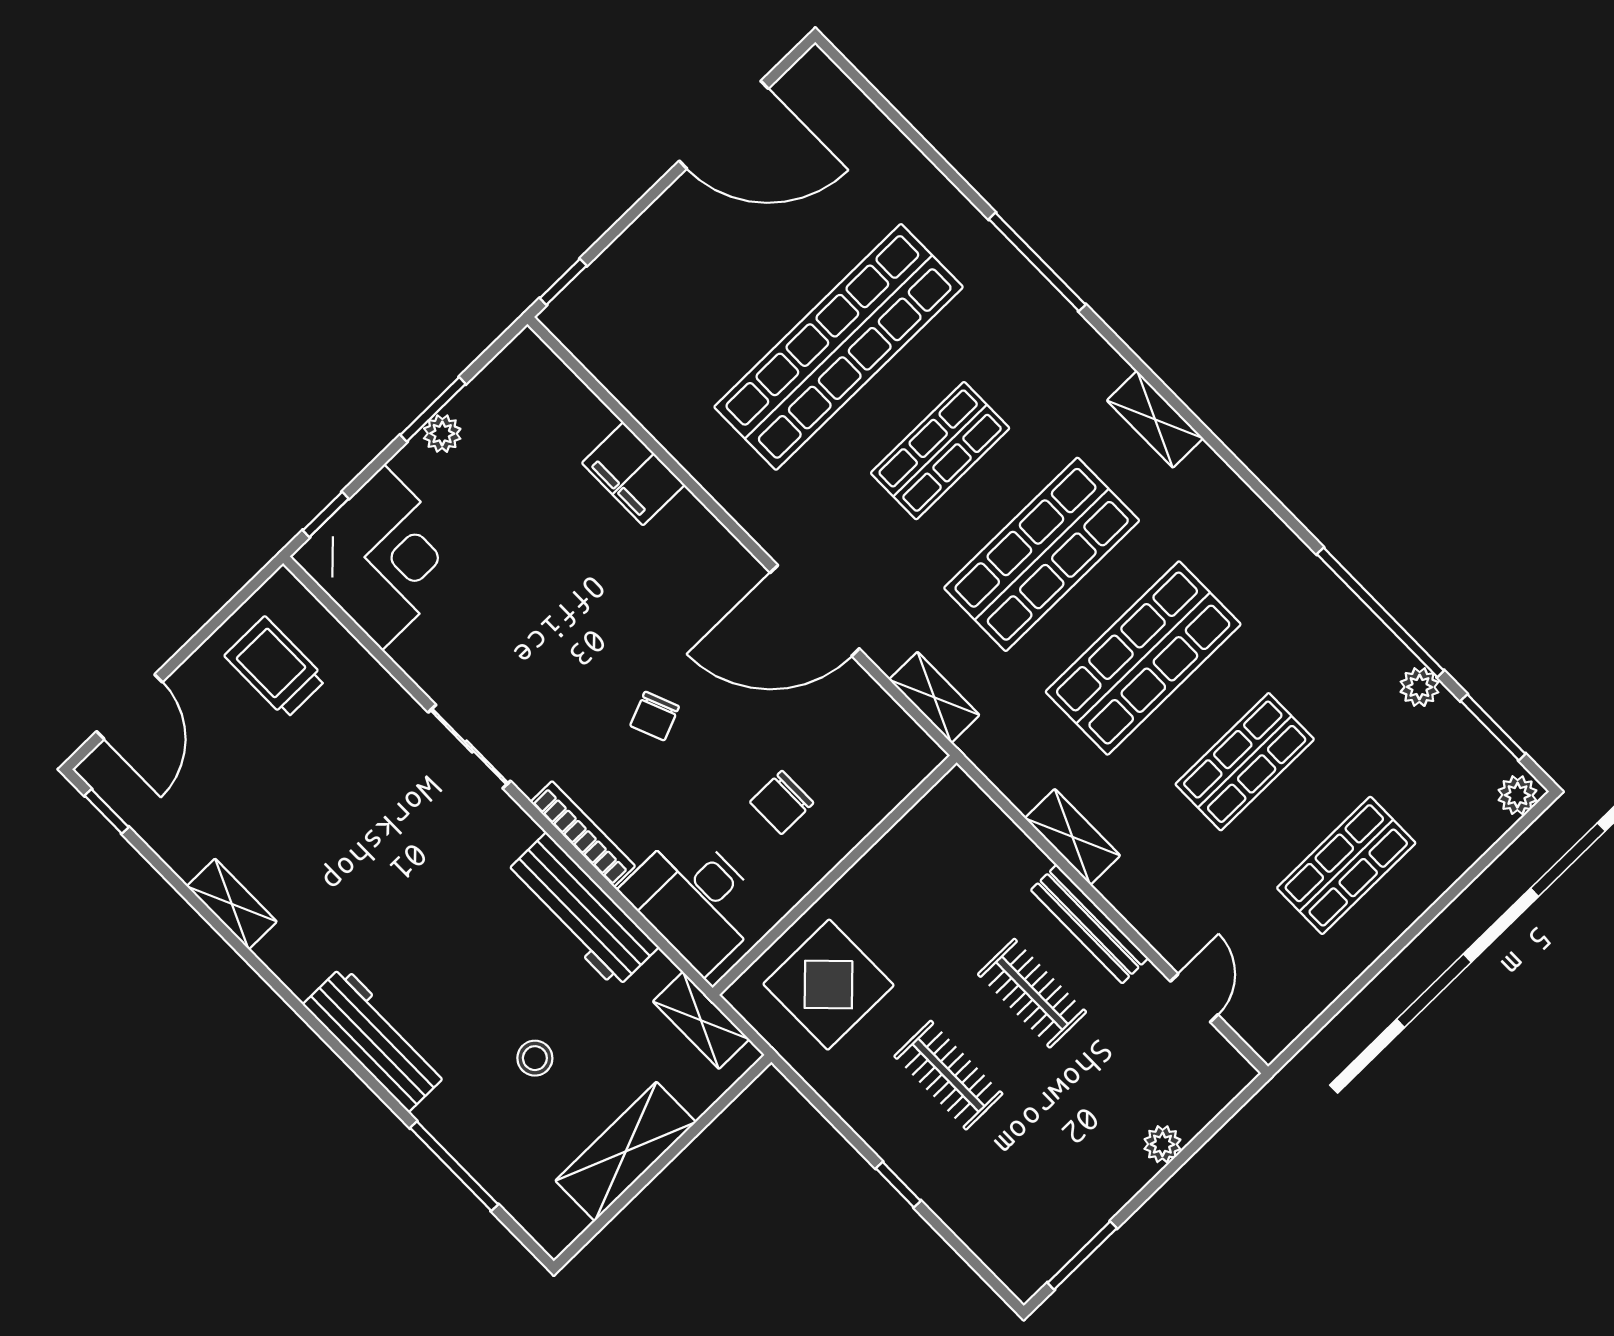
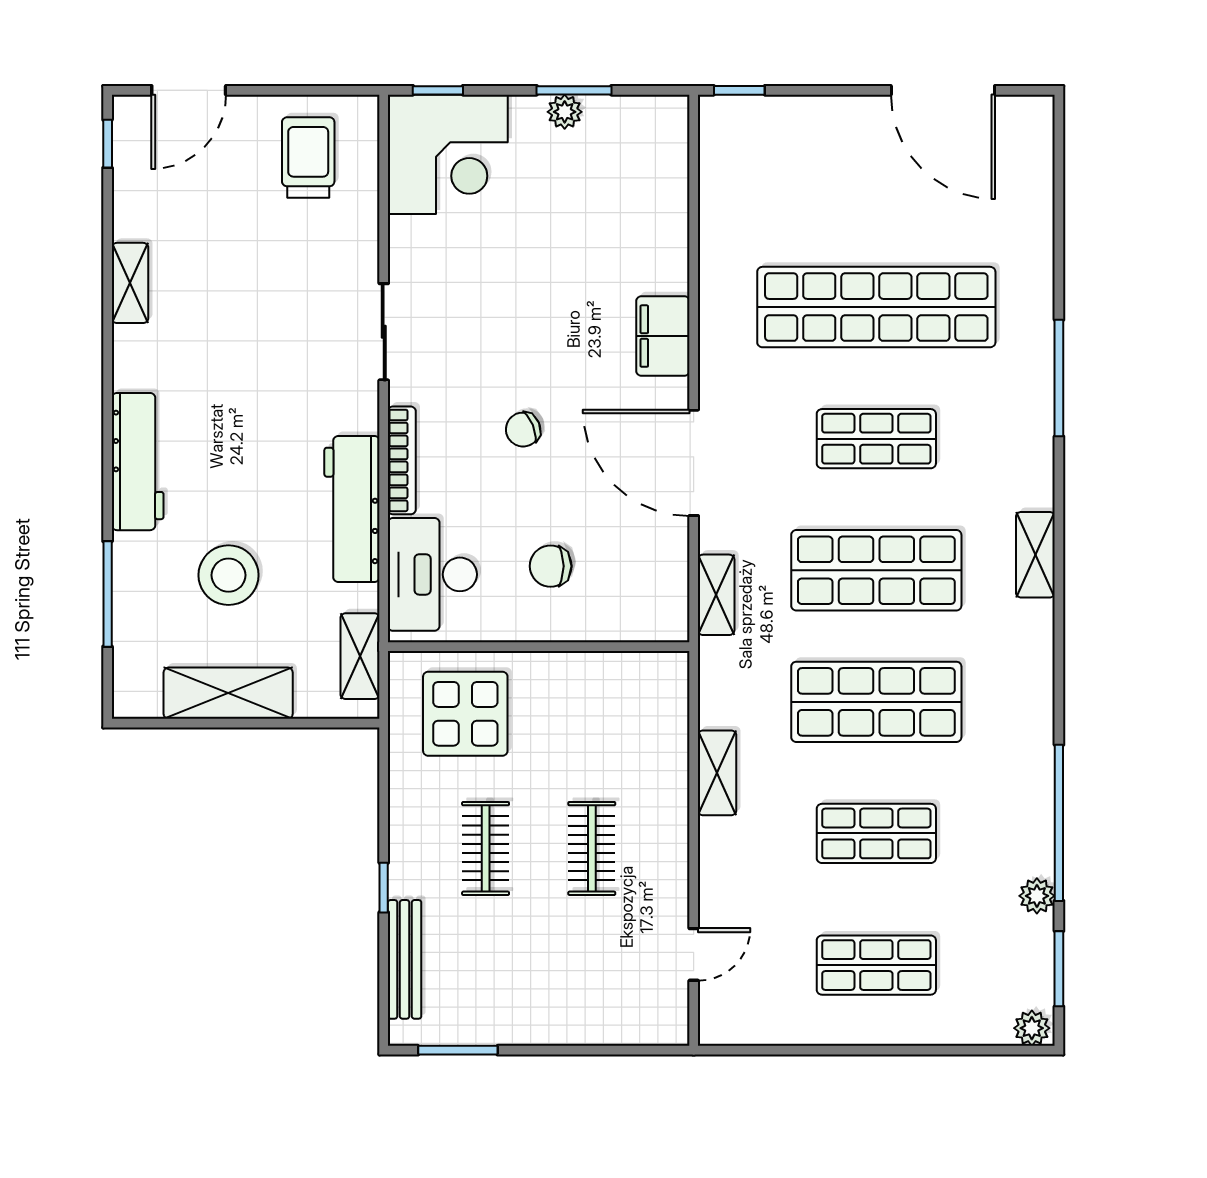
filing cabinet: (633, 474) -> (663, 336), moved
bench: (1089, 924) -> (405, 959), moved
stool: (535, 1058) -> (228, 575), width x1.89, depth x1.89
plant: (1162, 1144) -> (580, 1029), removed

